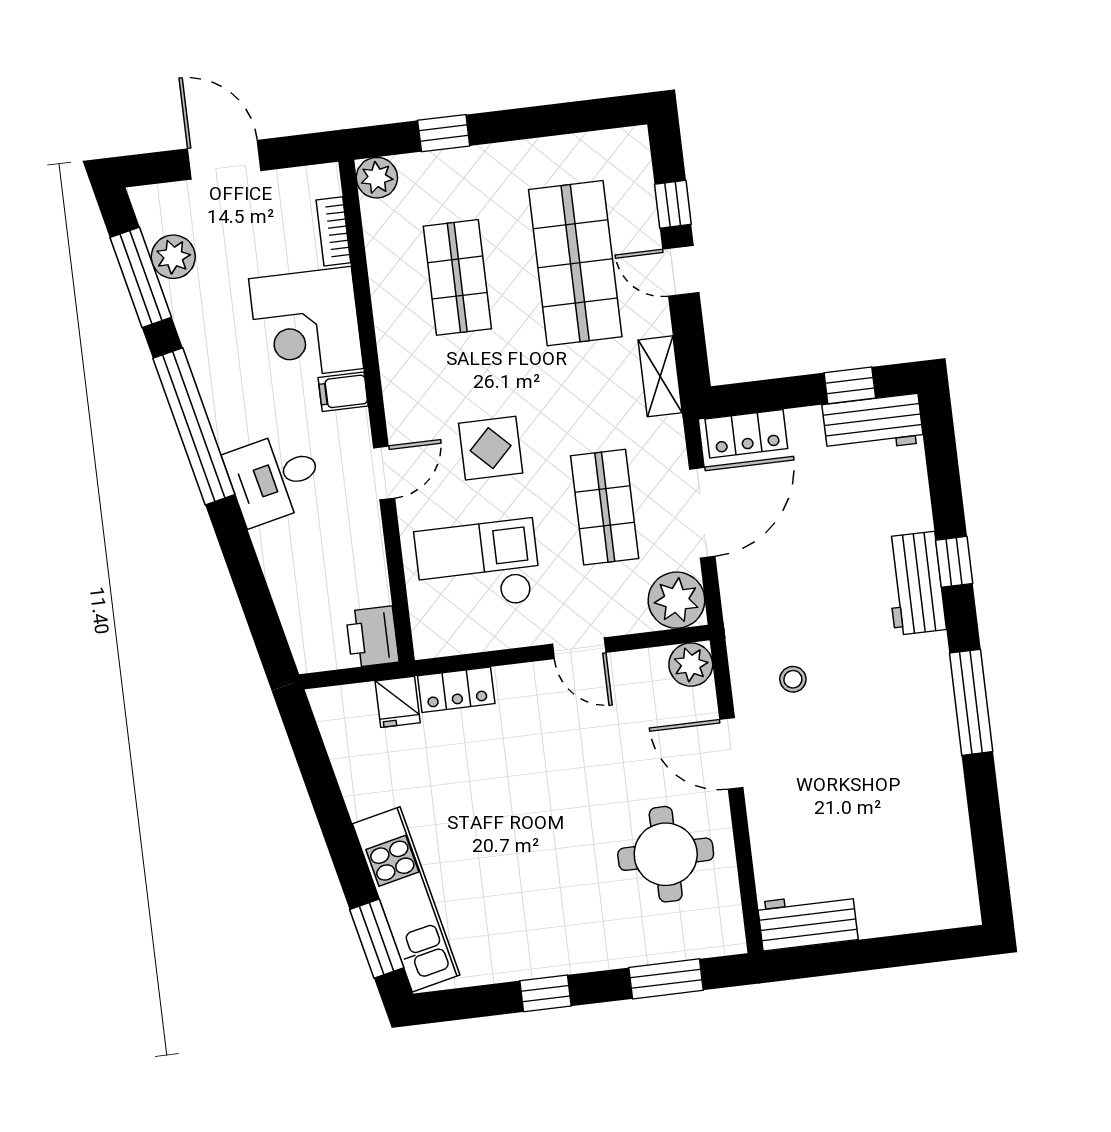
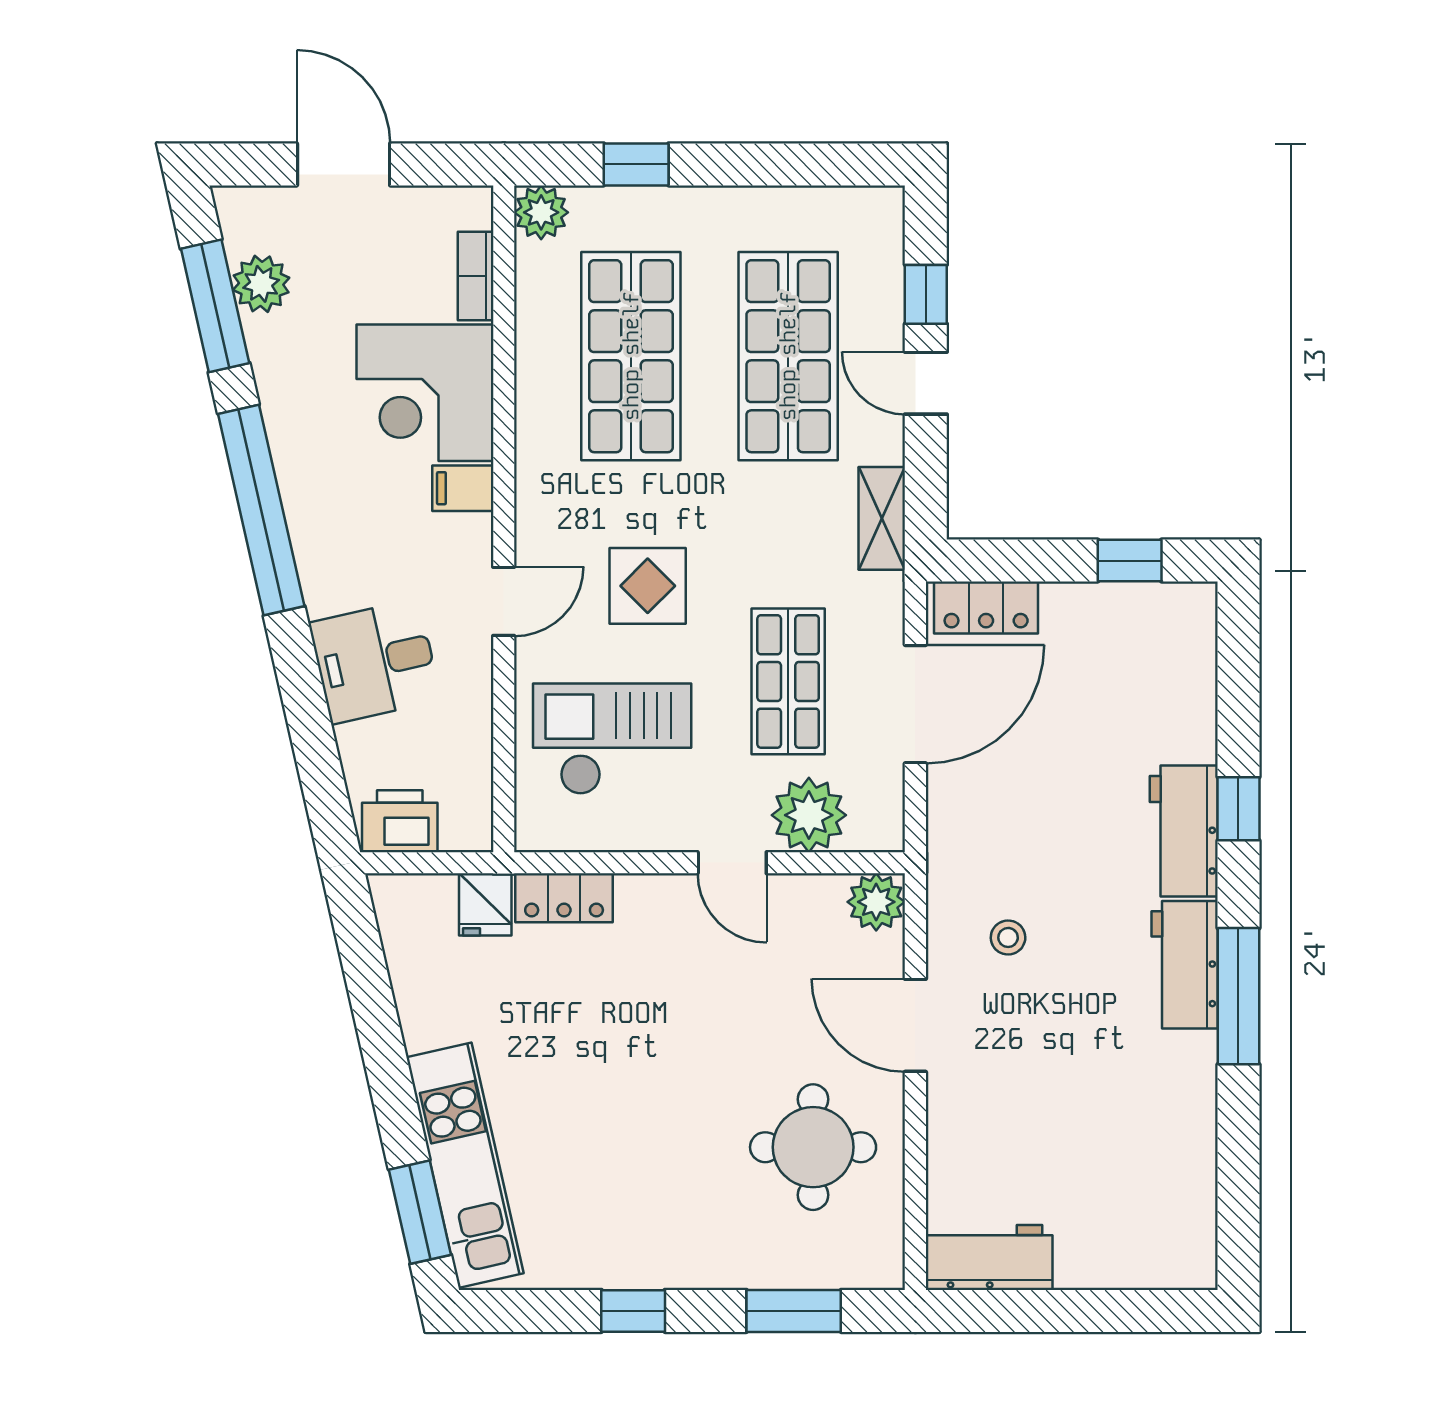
shop shelf: (457, 277) -> (631, 356), width x1.43, depth x1.36
workbench: (873, 424) -> (1185, 965), moved, turned 90
desk: (274, 478) -> (375, 661), moved
plant: (676, 600) -> (809, 815), moved
printer: (372, 637) -> (400, 821), moved, turned 90

